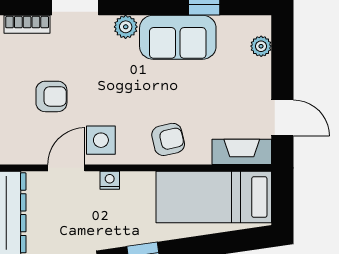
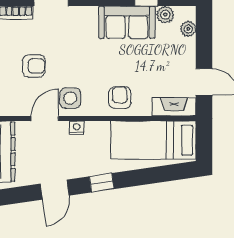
plant: (126, 27) -> (165, 15), moved
armchair: (168, 139) -> (120, 98), turned -77

